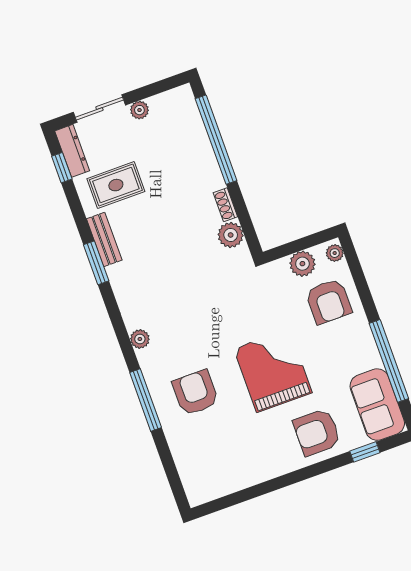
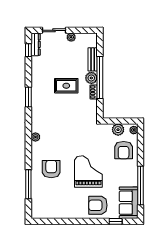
window: (216, 140) -> (100, 77), moved
rug: (116, 185) -> (66, 86), moved
plant: (231, 235) -> (91, 78), moved
bench: (104, 239) -> (93, 59), moved
window: (146, 400) -> (28, 184), moved

